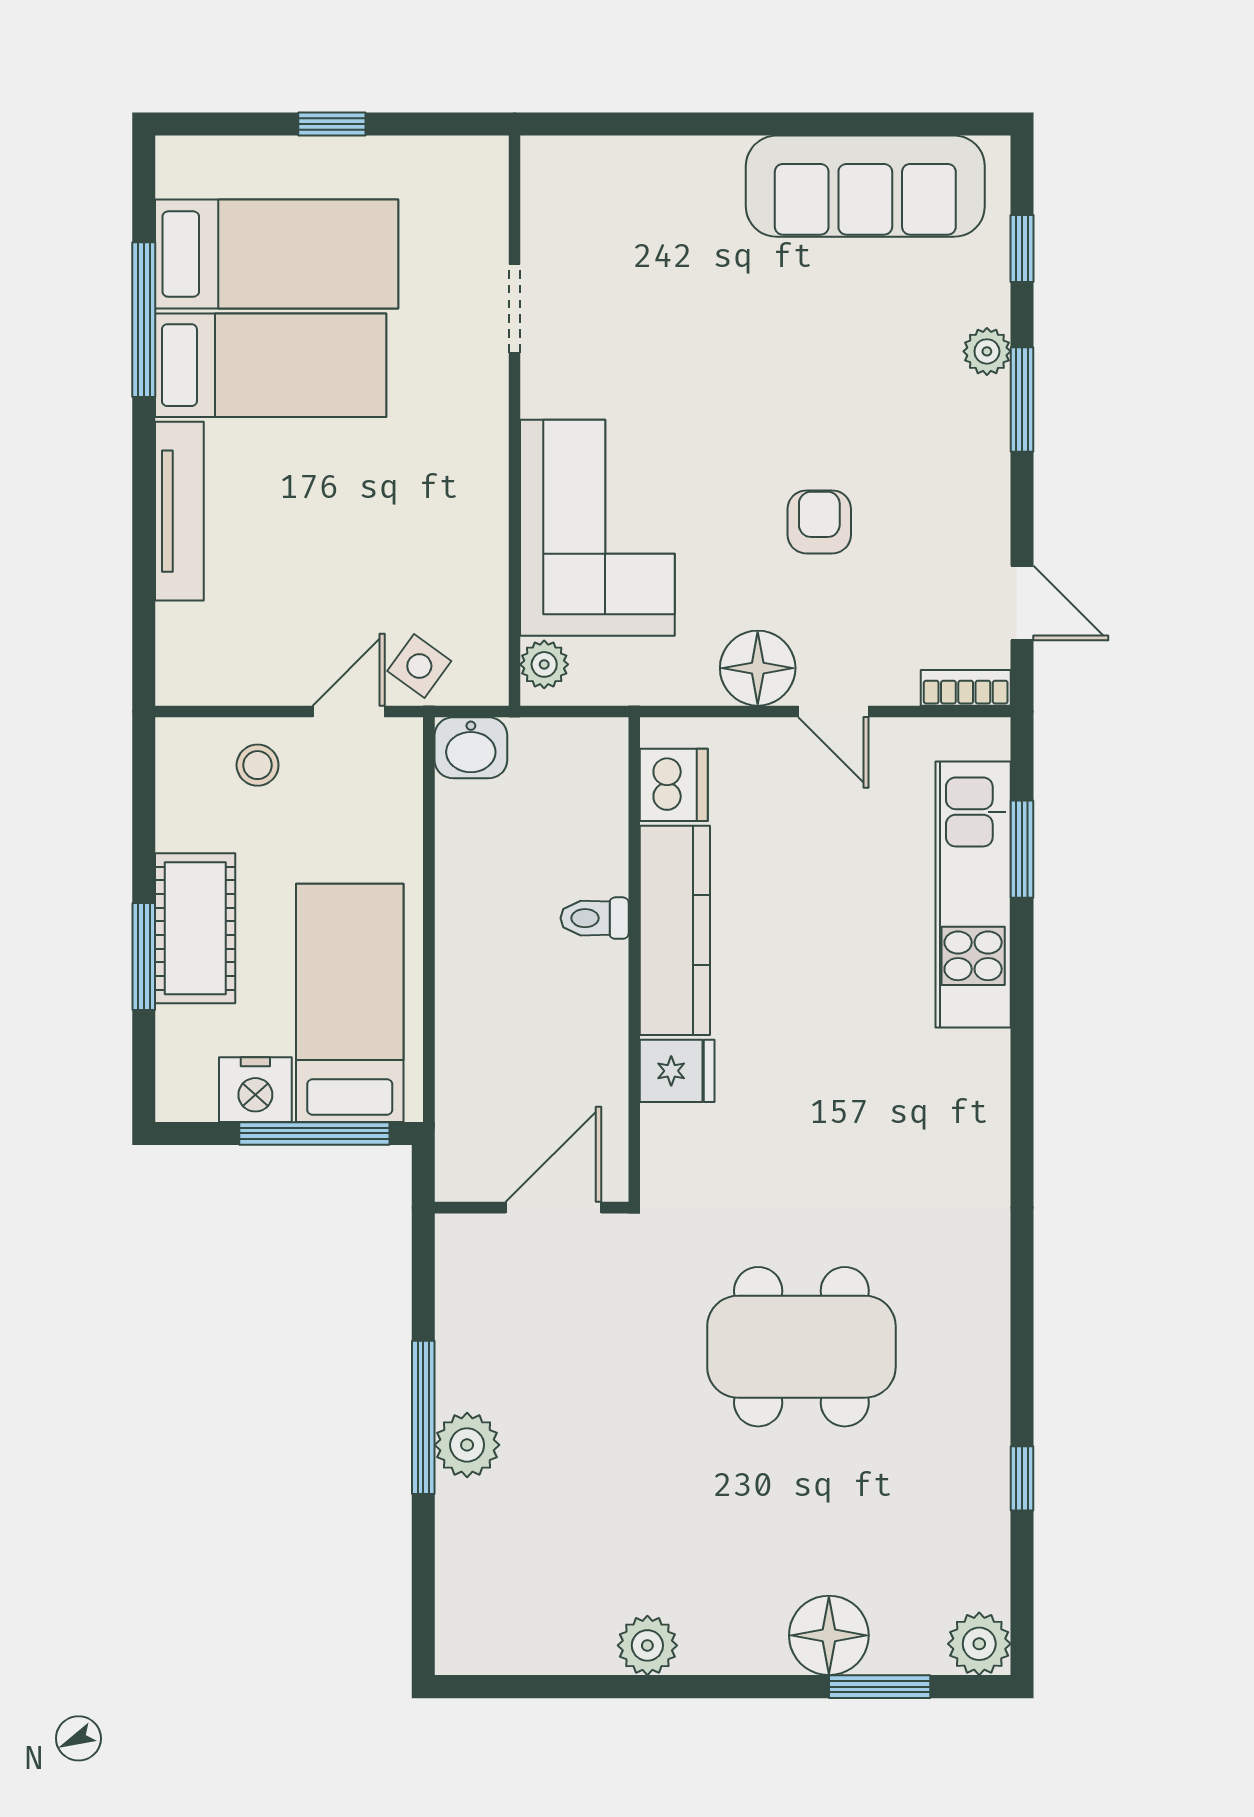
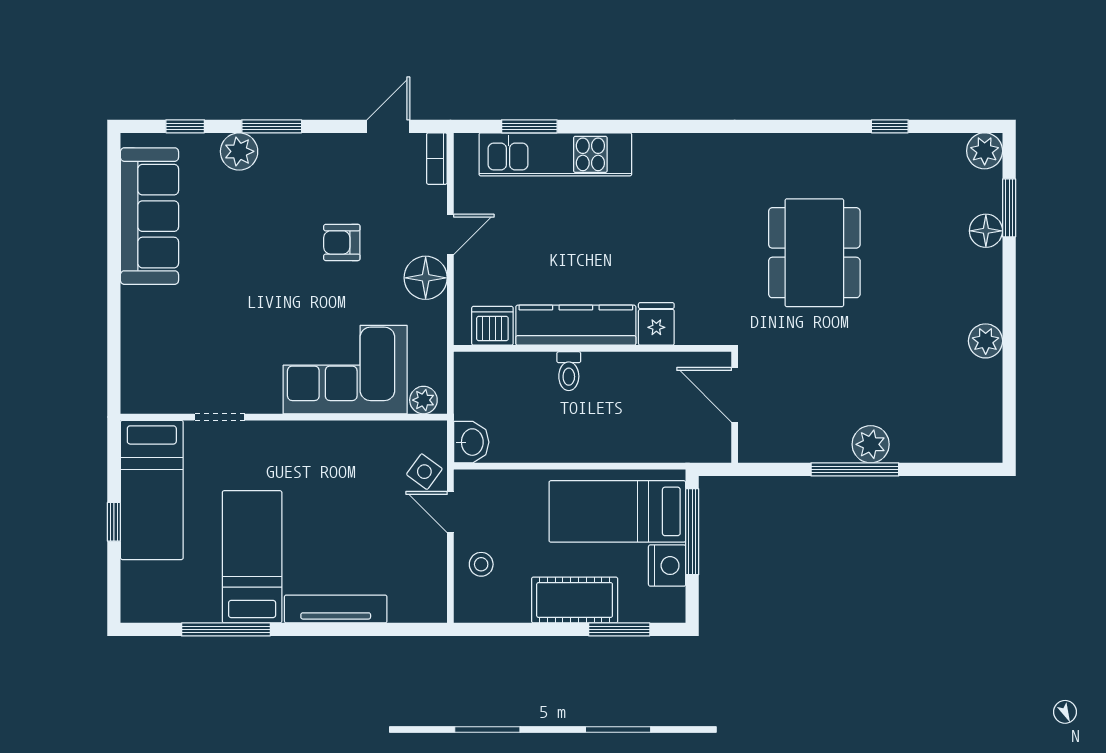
bed: (277, 254) -> (152, 490), moved, turned 180
plant: (987, 351) -> (239, 151), width x1.38, depth x1.38
window: (144, 956) -> (619, 629), moved
floor lamp: (829, 1635) -> (986, 231), width x0.73, depth x0.73

